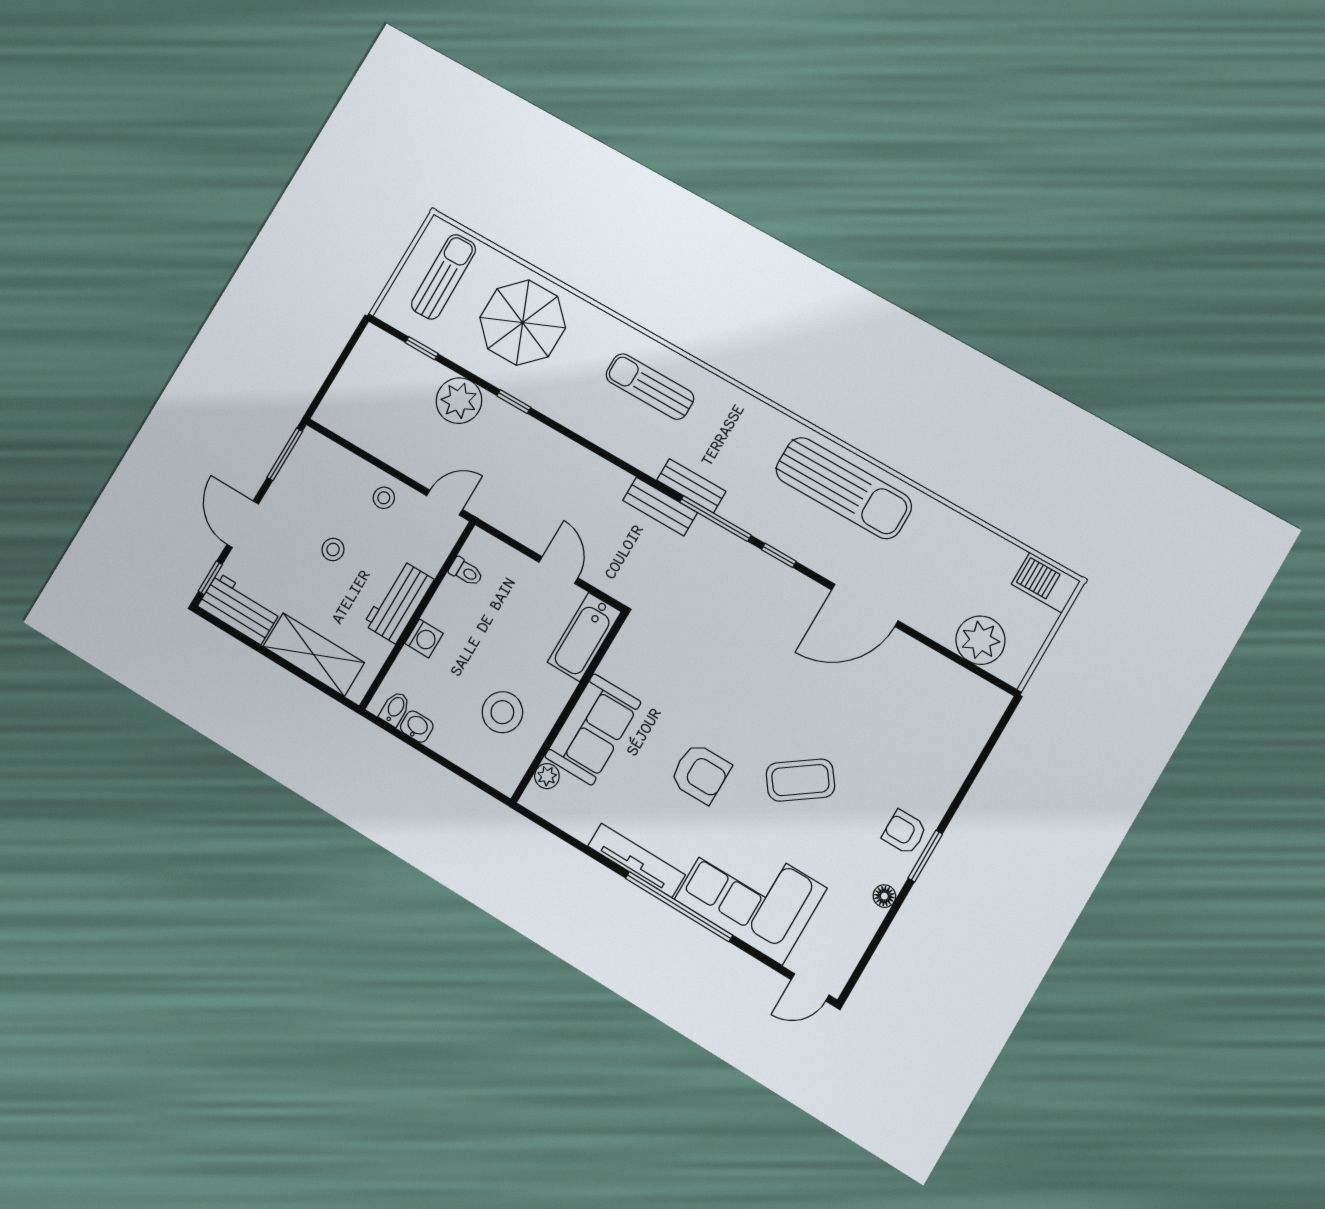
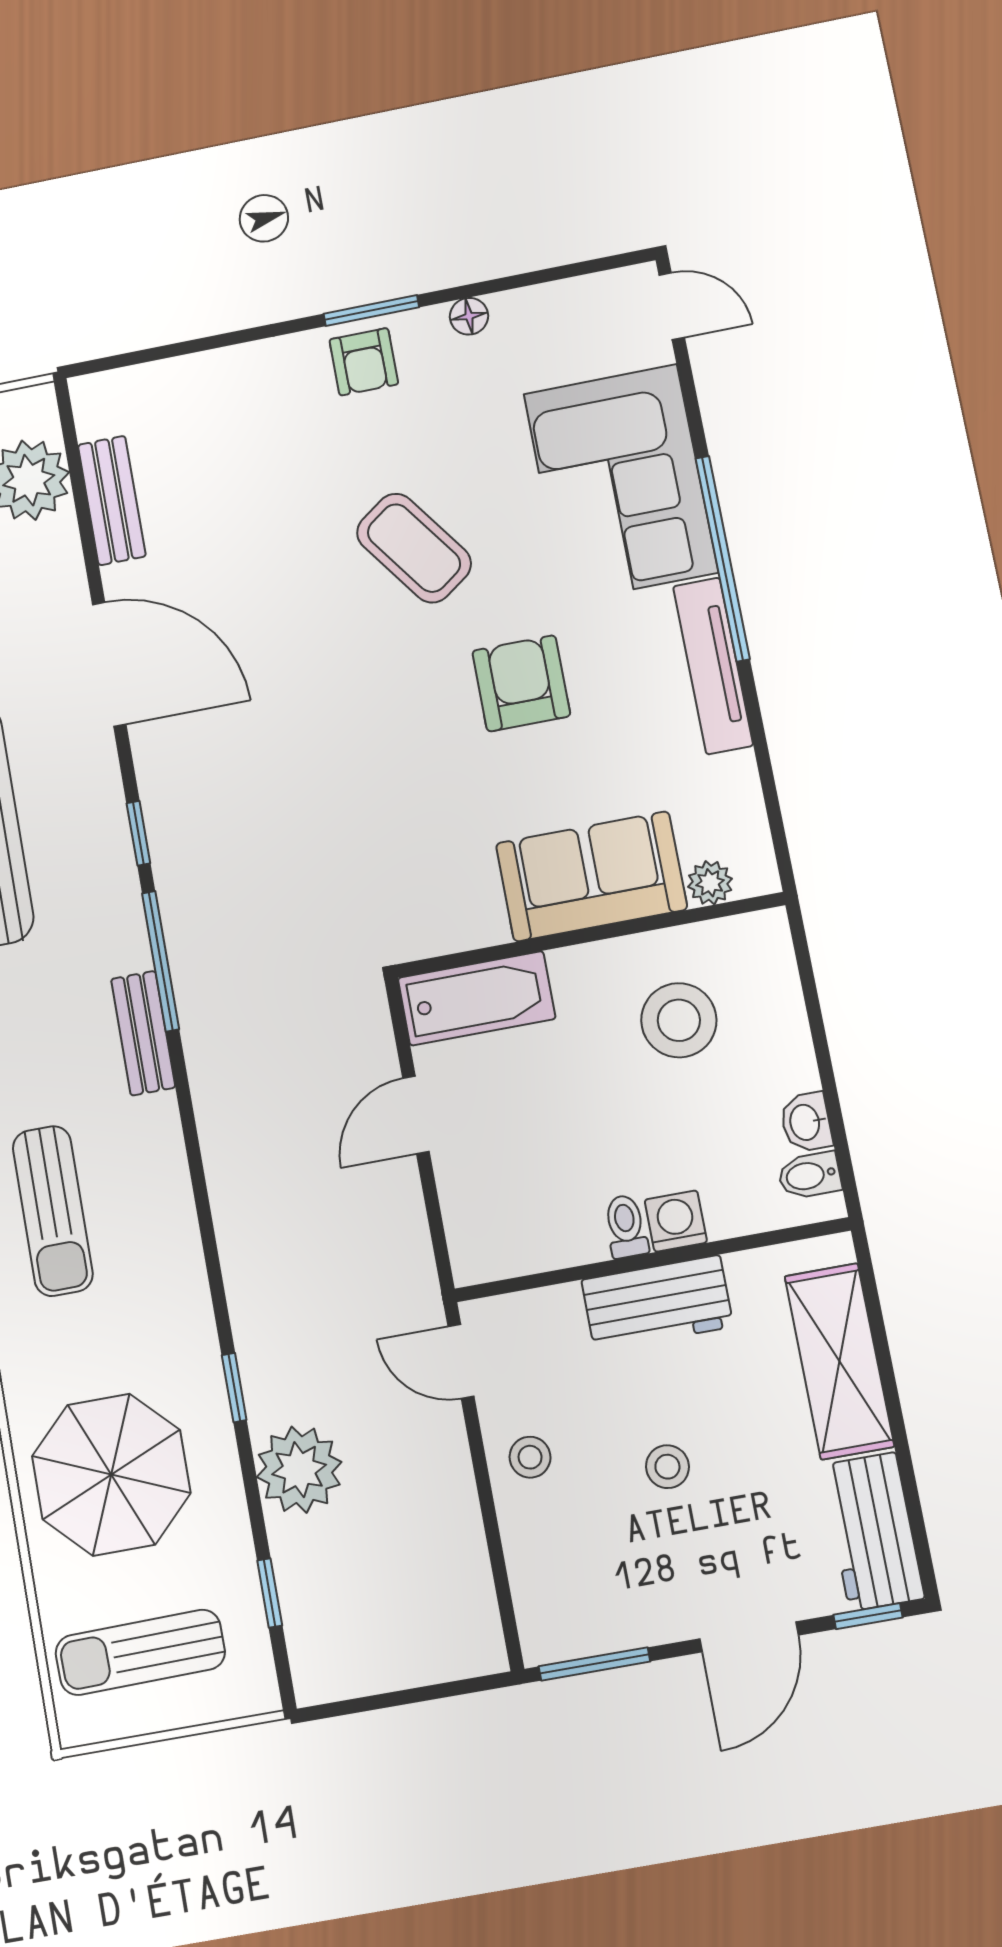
bench: (660, 506) -> (112, 500), moved
toilet: (466, 572) -> (626, 1226), moved

